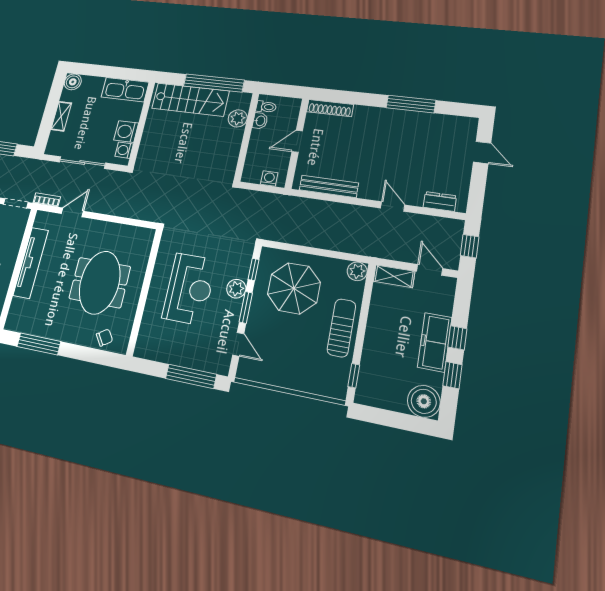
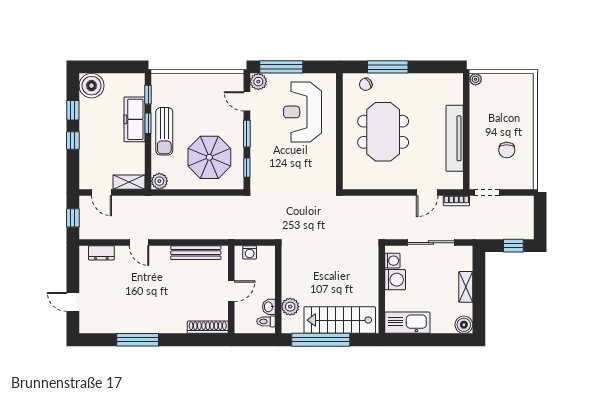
reception desk: (189, 289) -> (303, 112), moved
plant: (236, 289) -> (258, 82), moved
window: (360, 341) -> (148, 123), added
freezer: (435, 342) -> (134, 119), moved, turned 180
window: (39, 344) -> (388, 67), moved

